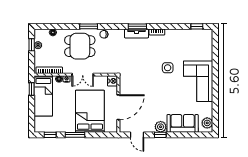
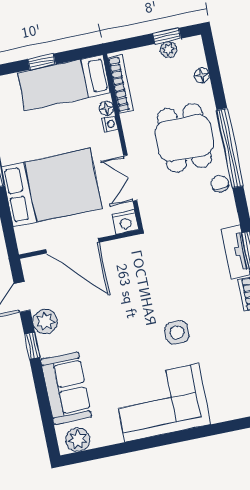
window: (89, 26) -> (230, 148), width x2.11
double door: (83, 75) -> (130, 178), moved
window: (32, 89) -> (42, 62), moved
plant: (161, 127) -> (45, 322), moved

